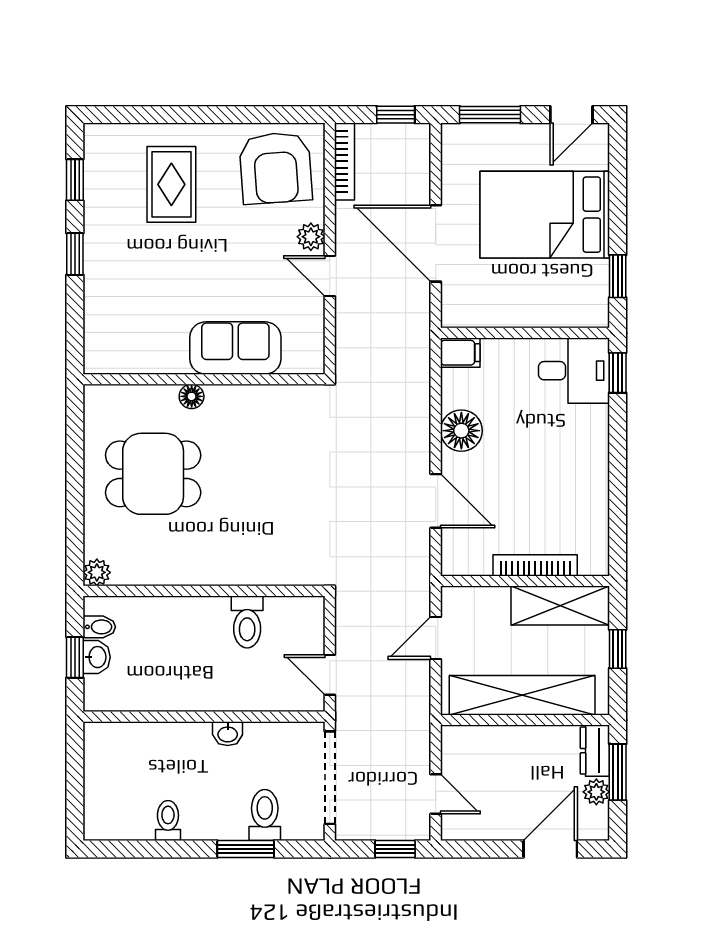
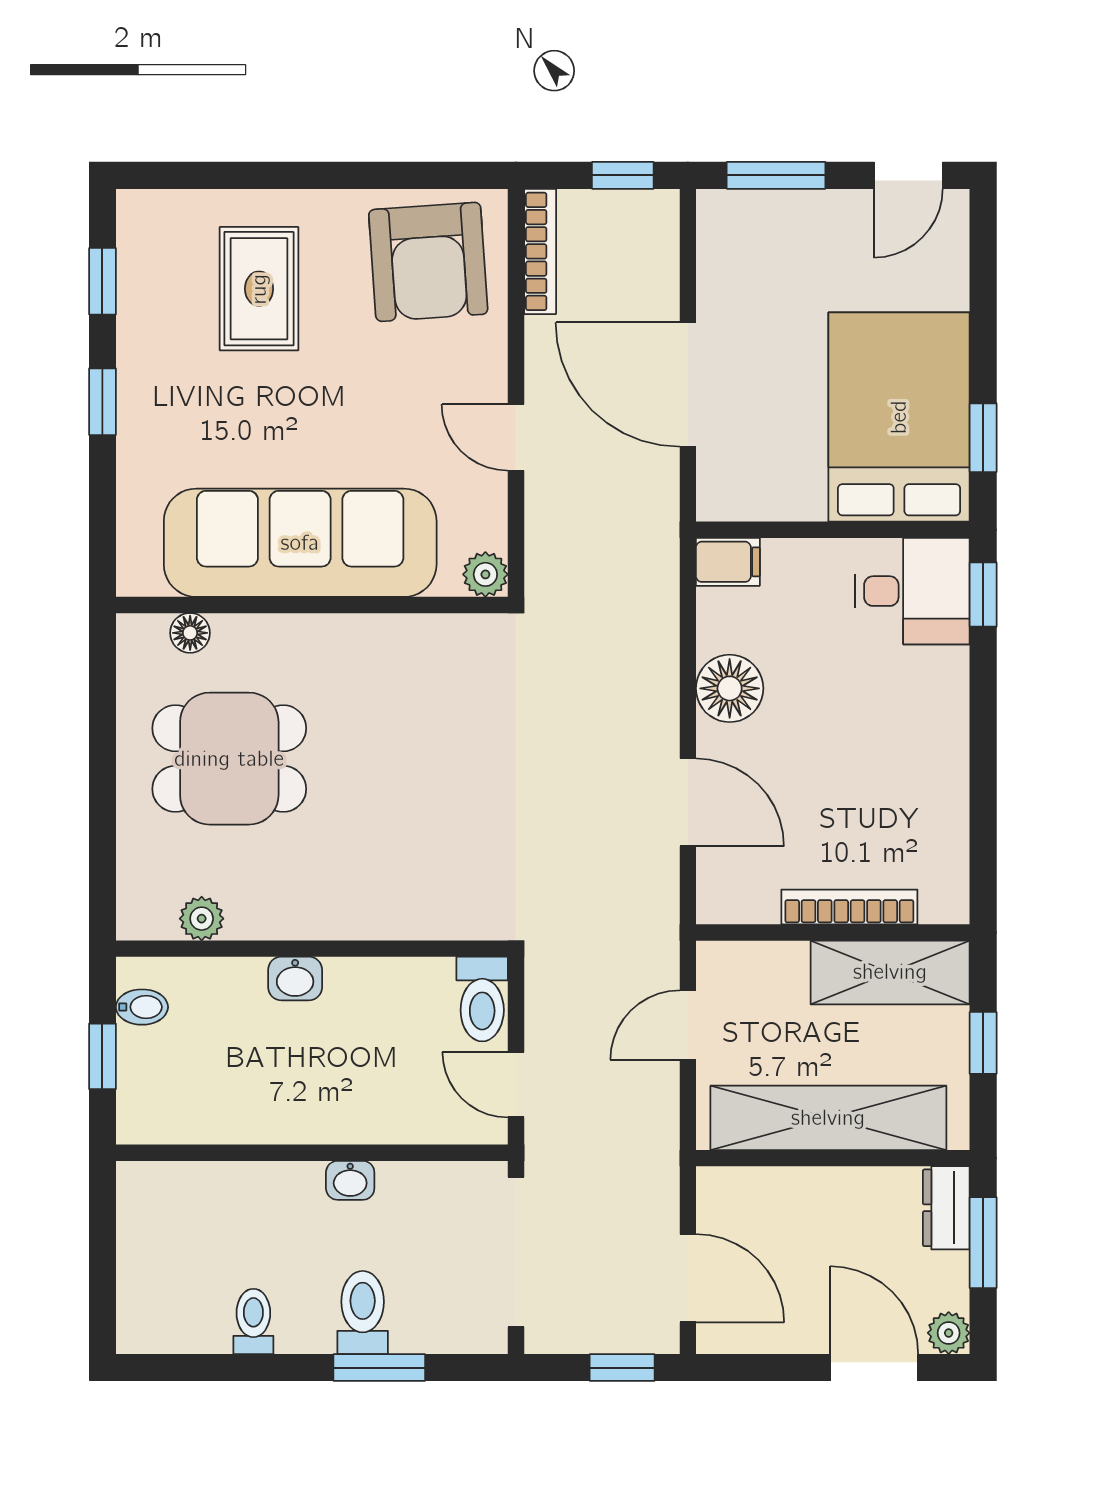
bed: (545, 215) -> (899, 417), moved, turned 90
plant: (311, 237) -> (485, 574), moved
sofa: (235, 348) -> (300, 543), width x1.85, depth x1.27
floor lamp: (192, 396) -> (190, 633), moved
plant: (97, 572) -> (202, 919), moved
toilet: (247, 622) -> (482, 999), moved
washbasin: (97, 657) -> (295, 979), moved, turned 90
plant: (596, 792) -> (949, 1333), moved
door: (436, 794) -> (688, 1278), width x1.38
toilet: (265, 815) -> (363, 1312), moved
door: (550, 849) -> (874, 1368), hinge flipped

